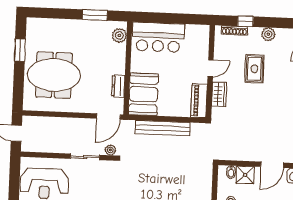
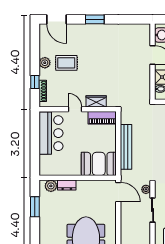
bar counter: (158, 37) -> (51, 133), moved
rug: (254, 69) -> (66, 63), moved
dresser: (118, 86) -> (67, 185), moved

